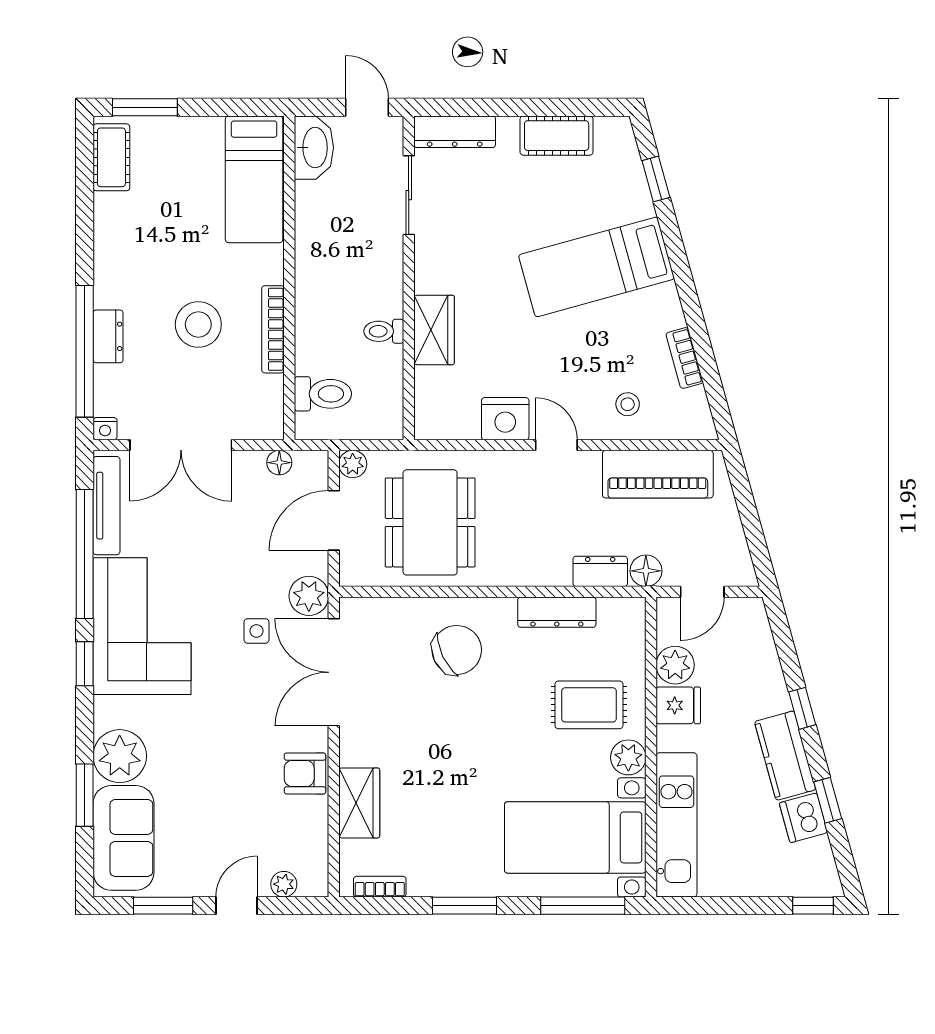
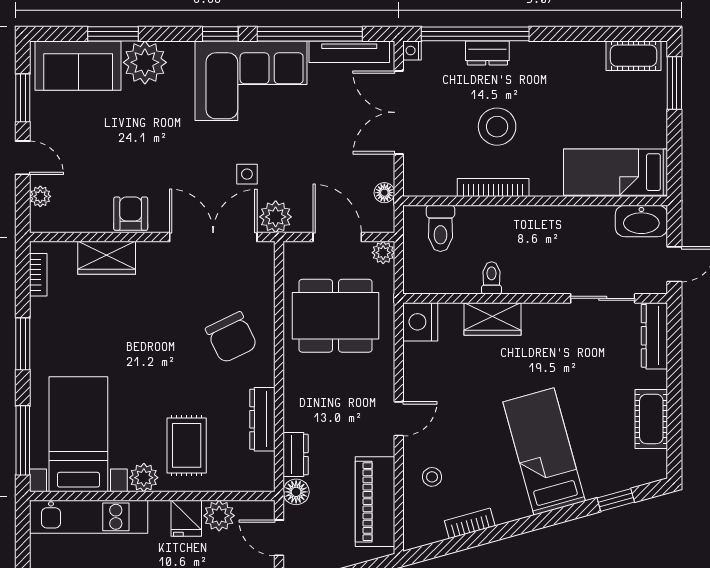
nightstand: (505, 419) -> (420, 322), moved

